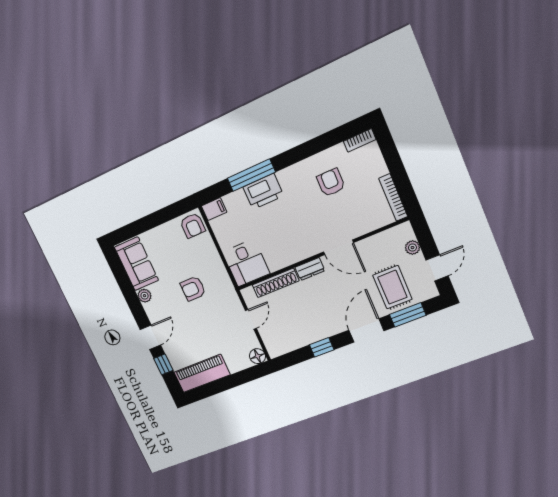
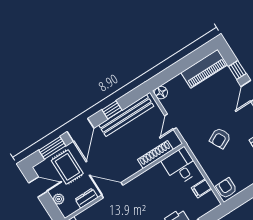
filing cabinet: (214, 209) -> (201, 188), moved
door: (437, 268) -> (38, 187), swing flipped
dresser: (310, 269) -> (86, 198), moved
armchair: (193, 289) -> (220, 138), turned 153
bench: (305, 337) -> (126, 116), added

